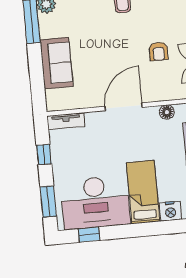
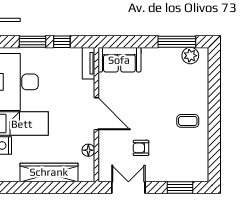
sofa: (56, 63) -> (119, 60), moved
window: (48, 202) -> (33, 42), moved

